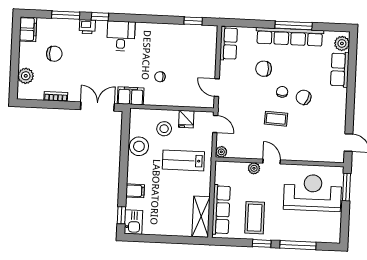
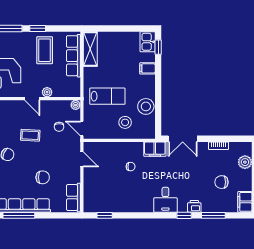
chair: (282, 92) -> (59, 127), moved
fridge: (186, 119) -> (107, 131), removed

